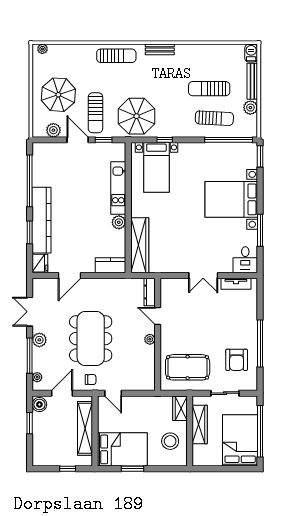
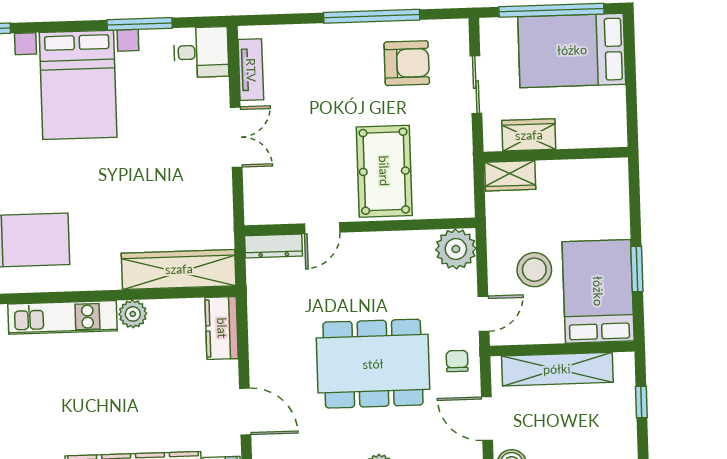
plant: (150, 339) -> (456, 249), moved, width x1.88, depth x1.88
pool table: (188, 367) -> (384, 171), moved
wardrobe: (200, 425) -> (529, 135), width x0.67
stool: (170, 441) -> (534, 270), moved

